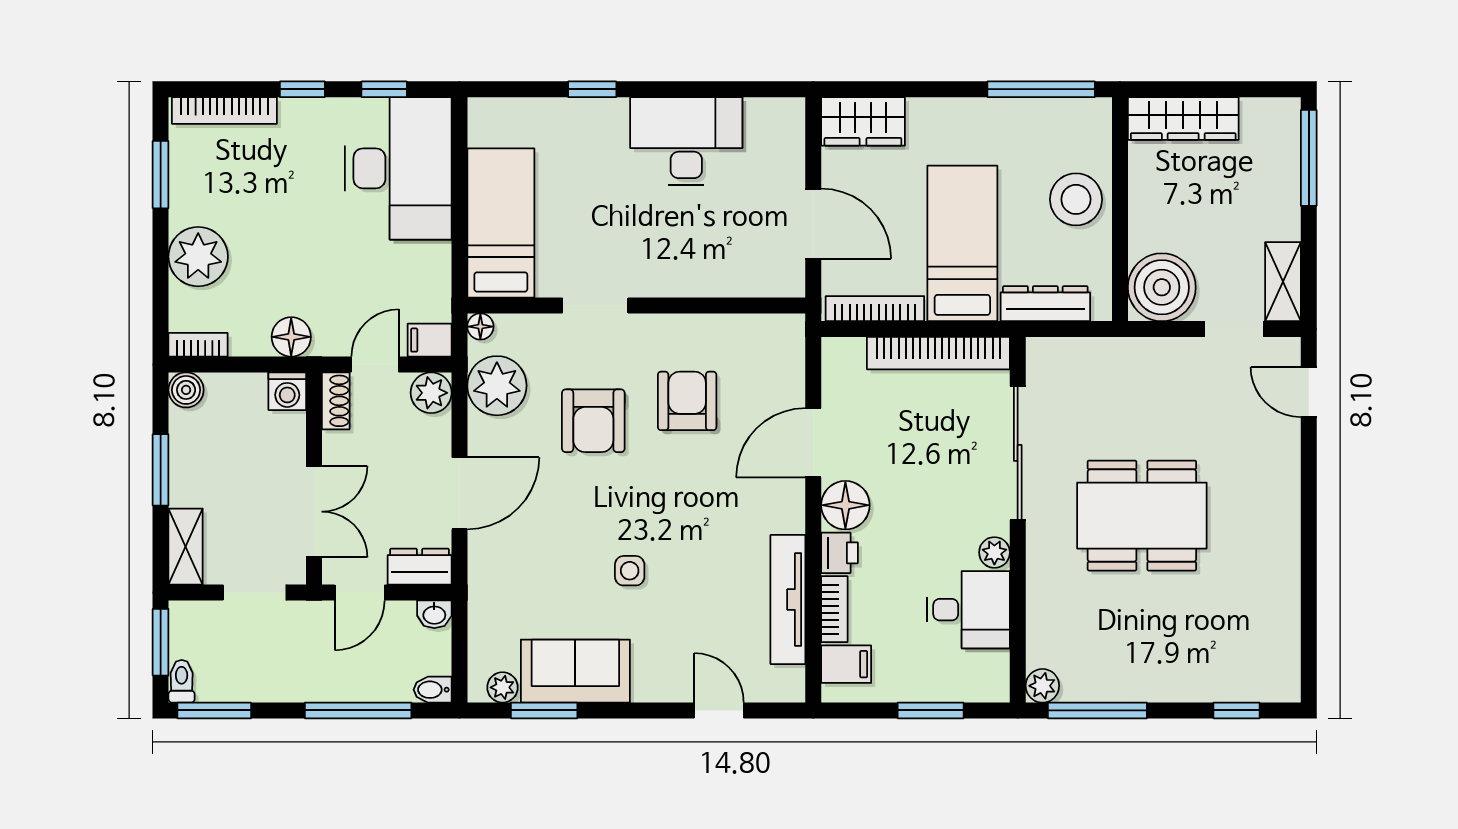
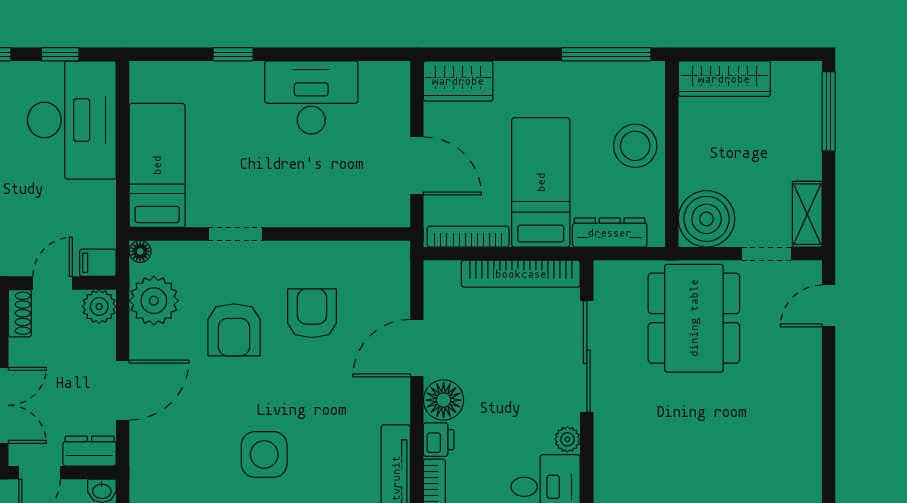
door: (1309, 392) -> (829, 306), hinge flipped
dining table: (1142, 516) -> (694, 318), moved, turned 90
side table: (630, 571) -> (264, 454), width x1.87, depth x1.87

